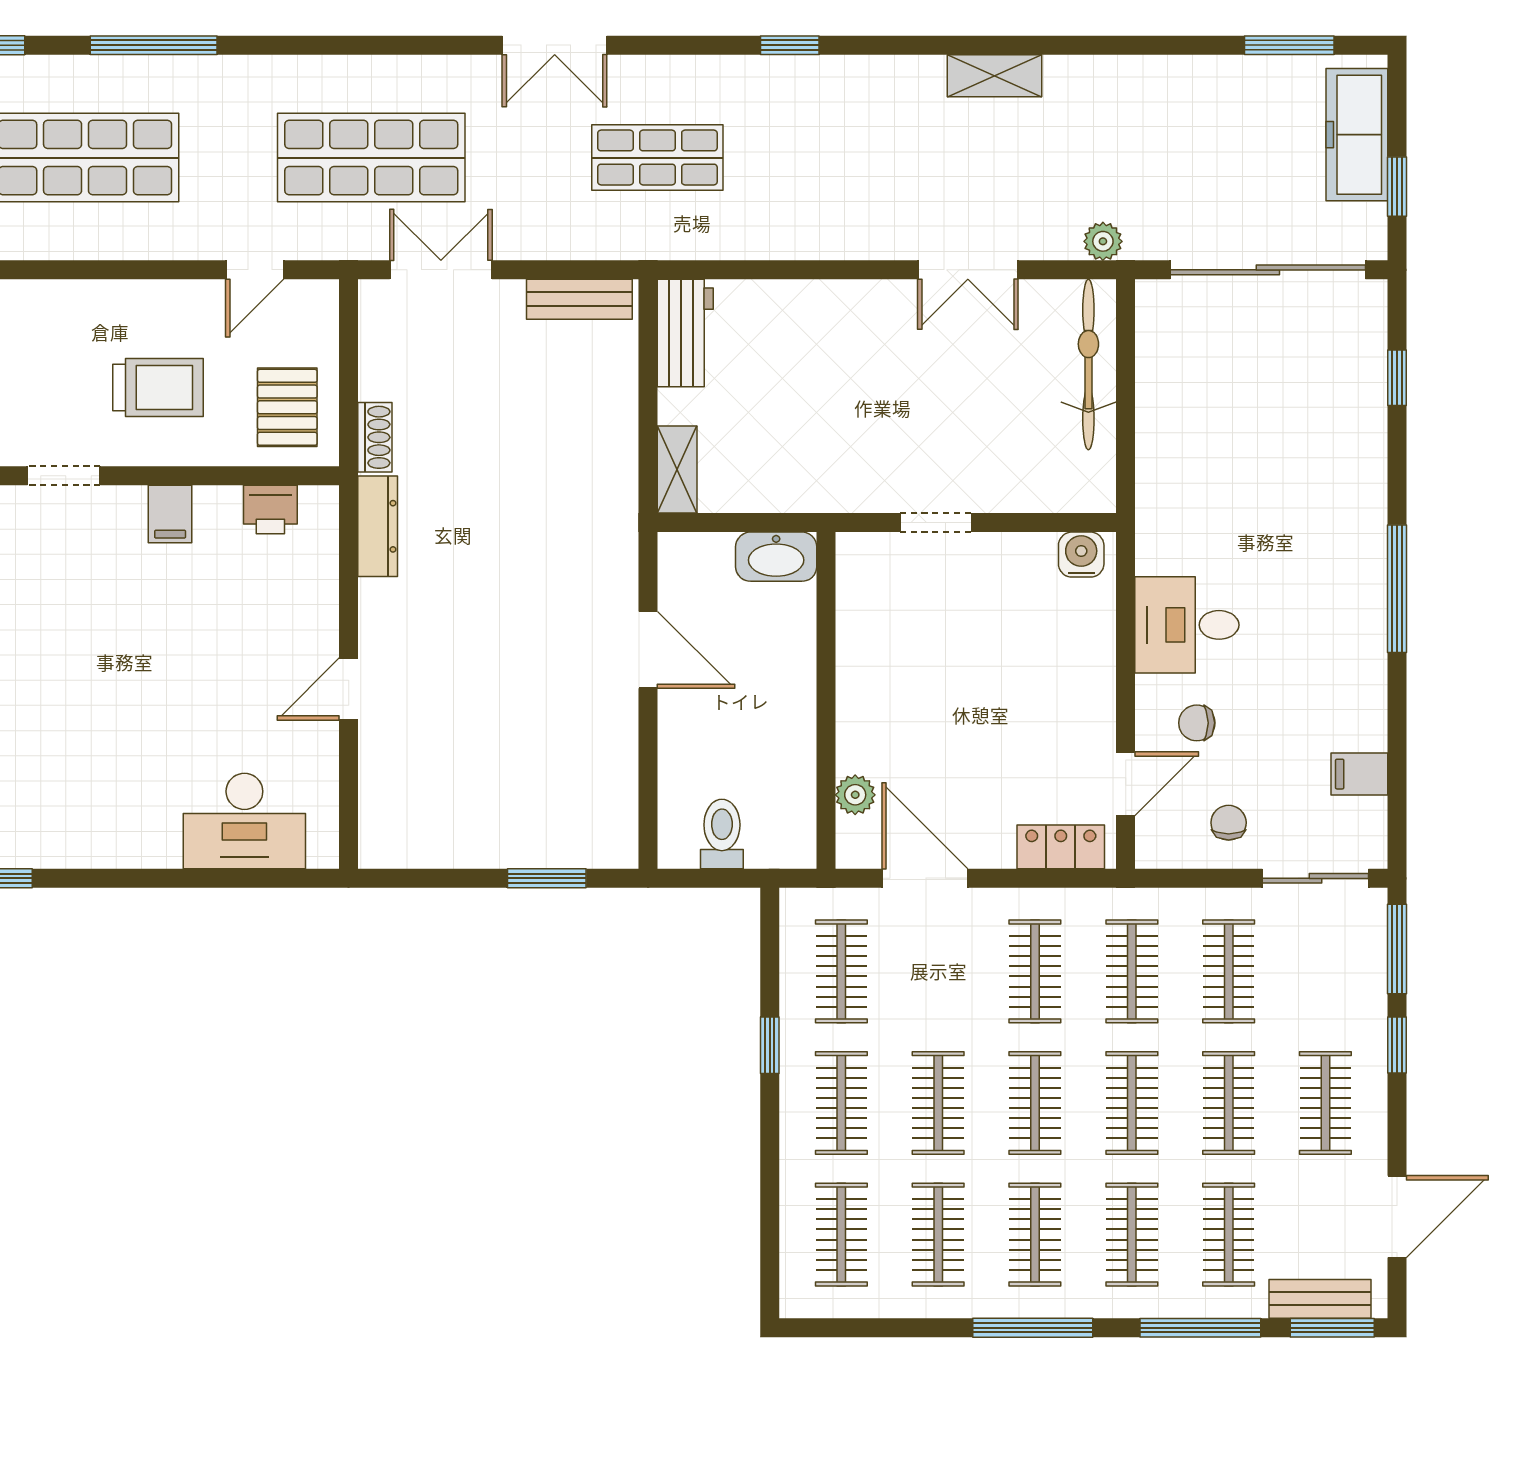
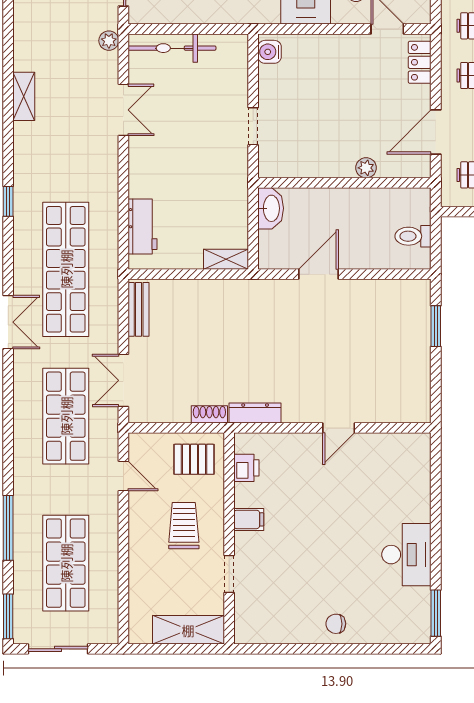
shop shelf: (657, 158) -> (66, 269), width x2.00, depth x1.36
workbench: (685, 333) -> (143, 226), moved, turned 90
door: (349, 689) -> (339, 428), hinge flipped
plant: (855, 795) -> (366, 168), moved
desk: (244, 821) -> (406, 555), moved

